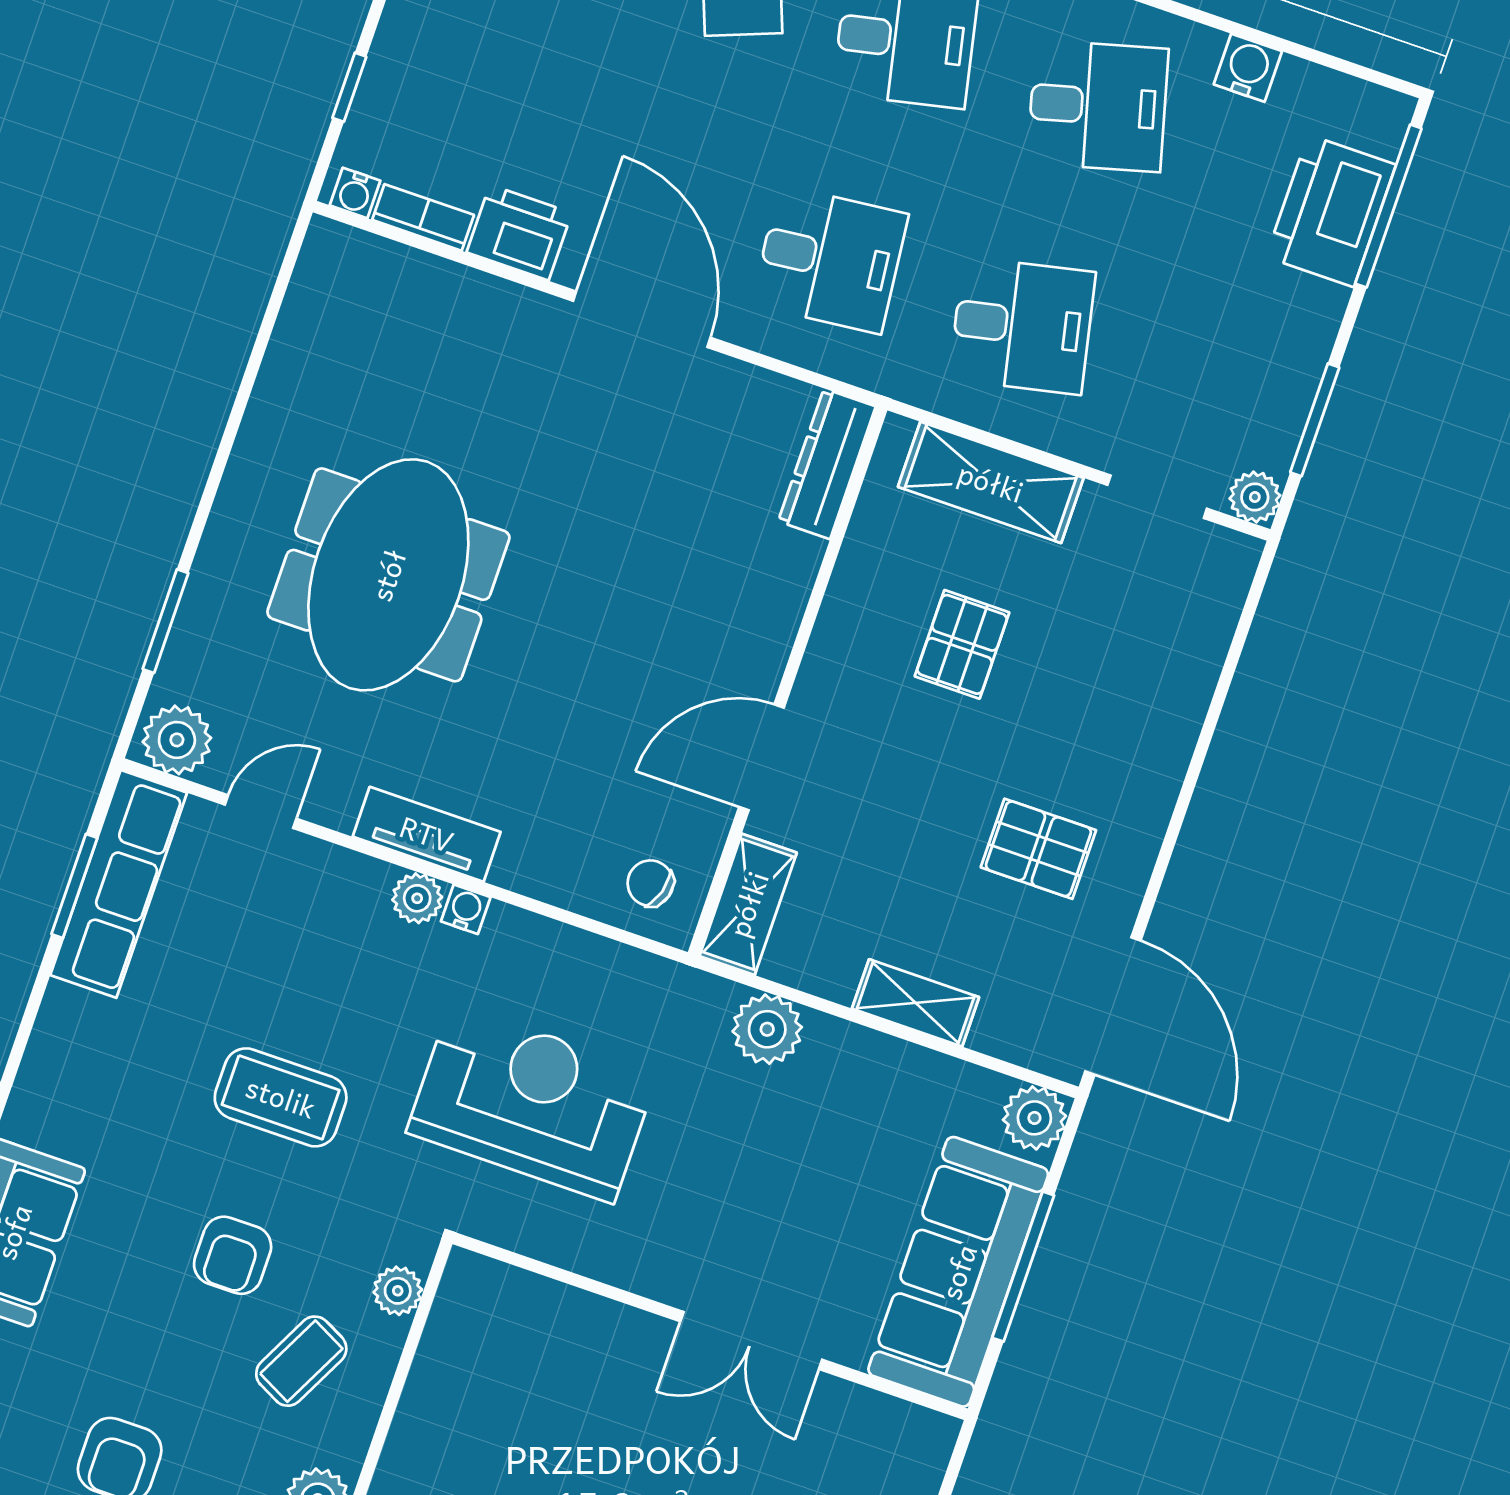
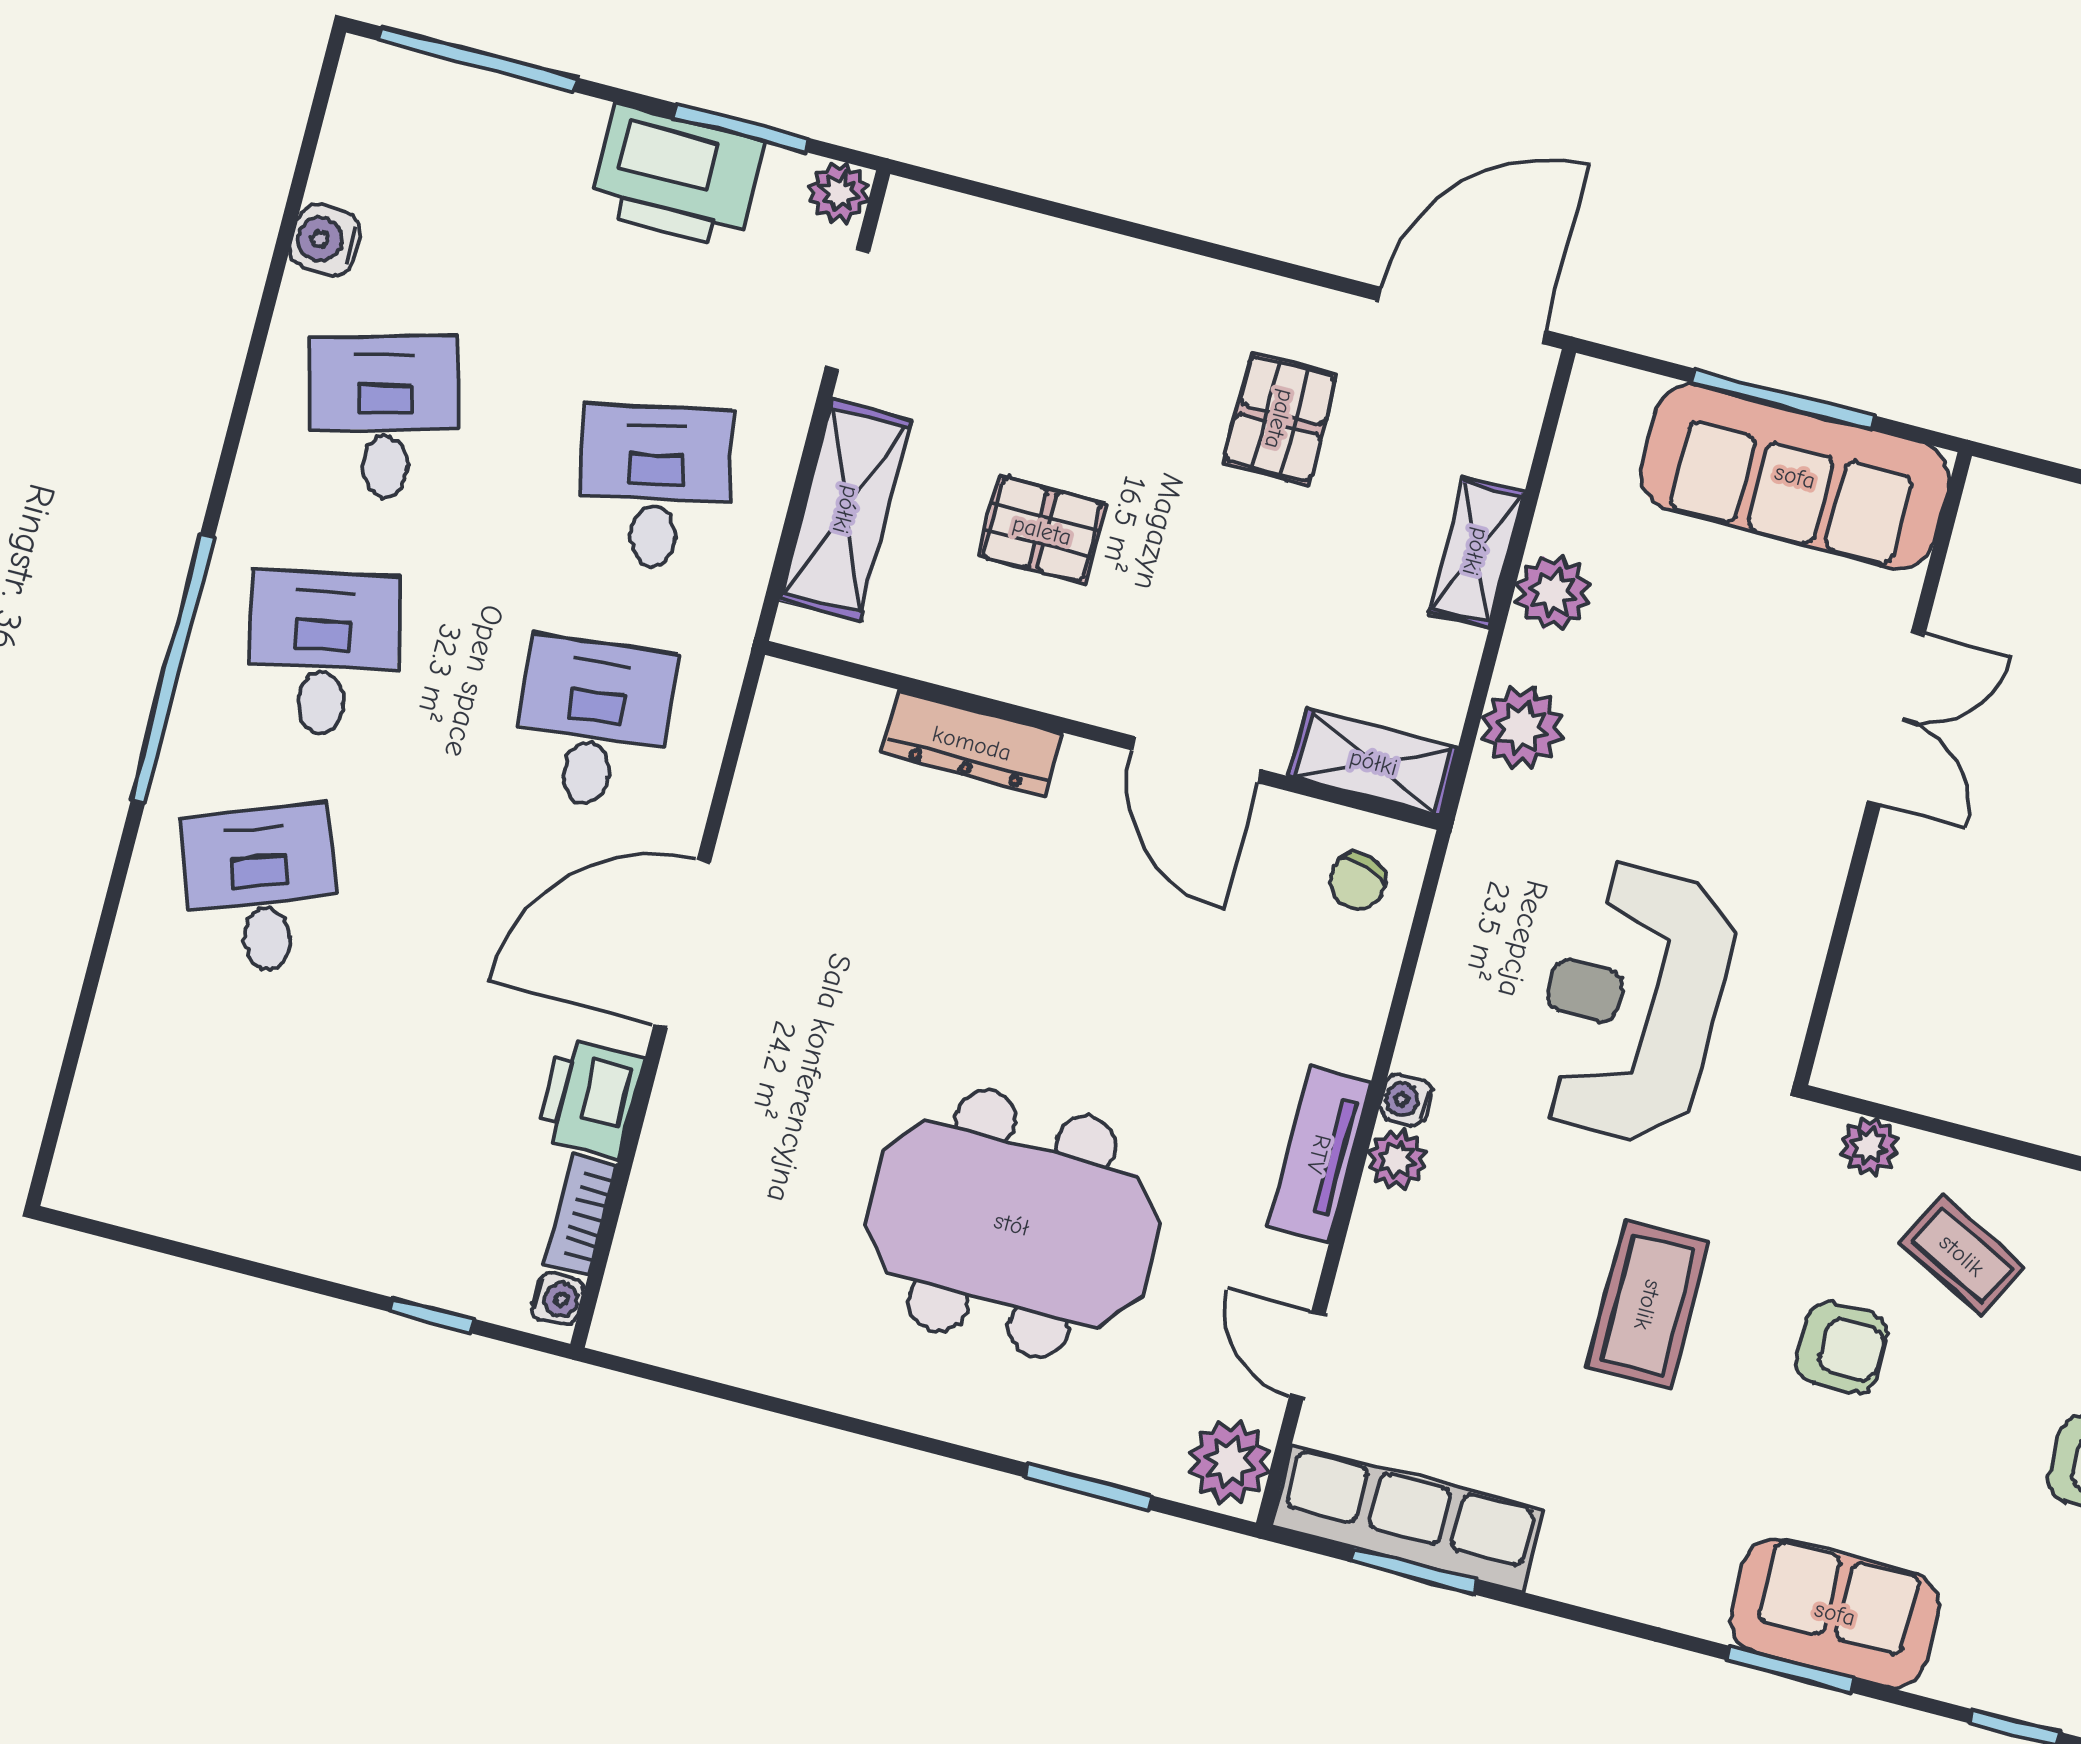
printer: (1331, 211) -> (677, 176), moved
dresser: (827, 464) -> (972, 743), moved
plant: (1034, 1118) -> (1553, 593), moved

